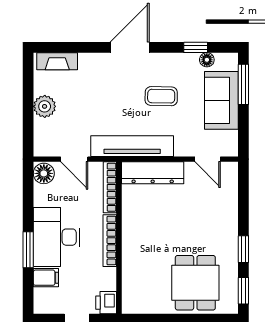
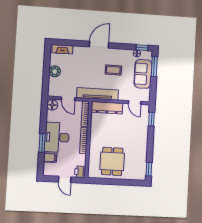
window: (196, 47) -> (142, 48), moved
window: (243, 249) -> (151, 119), moved
dining table: (195, 283) -> (112, 161), moved

